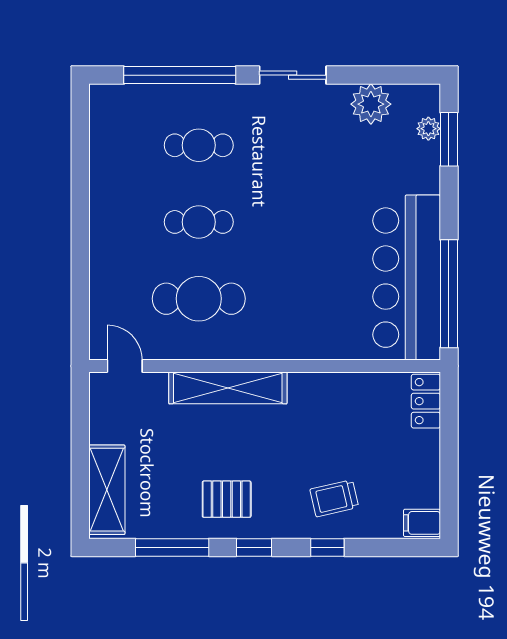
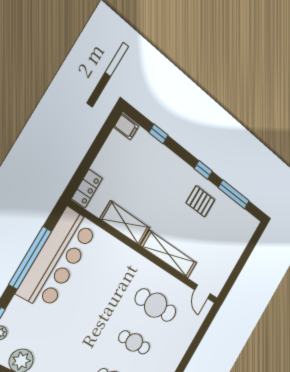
window: (449, 294) -> (30, 258), moved
shelving: (107, 490) -> (125, 223), moved, turned 90
trolley: (334, 498) -> (157, 169), removed
window: (327, 547) -> (158, 134), moved

